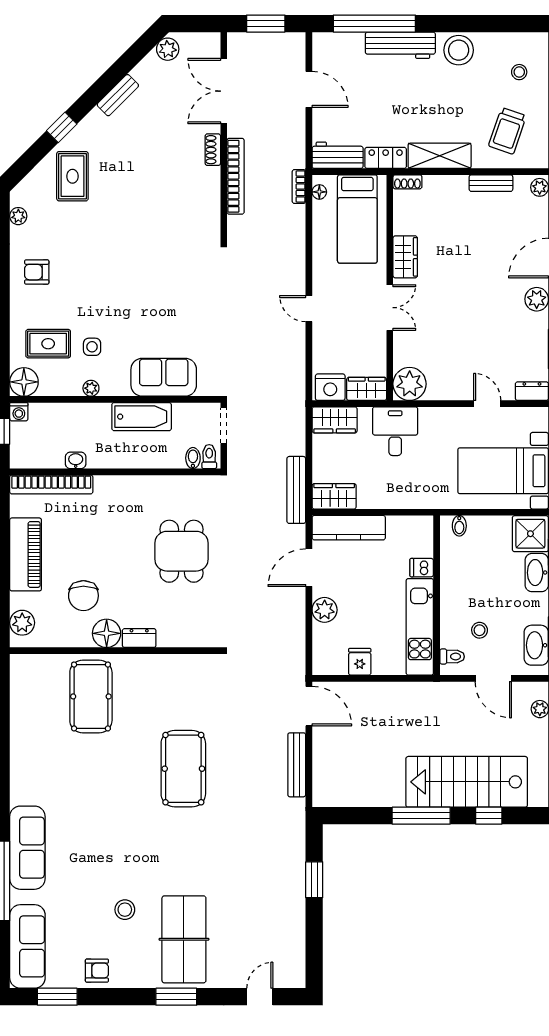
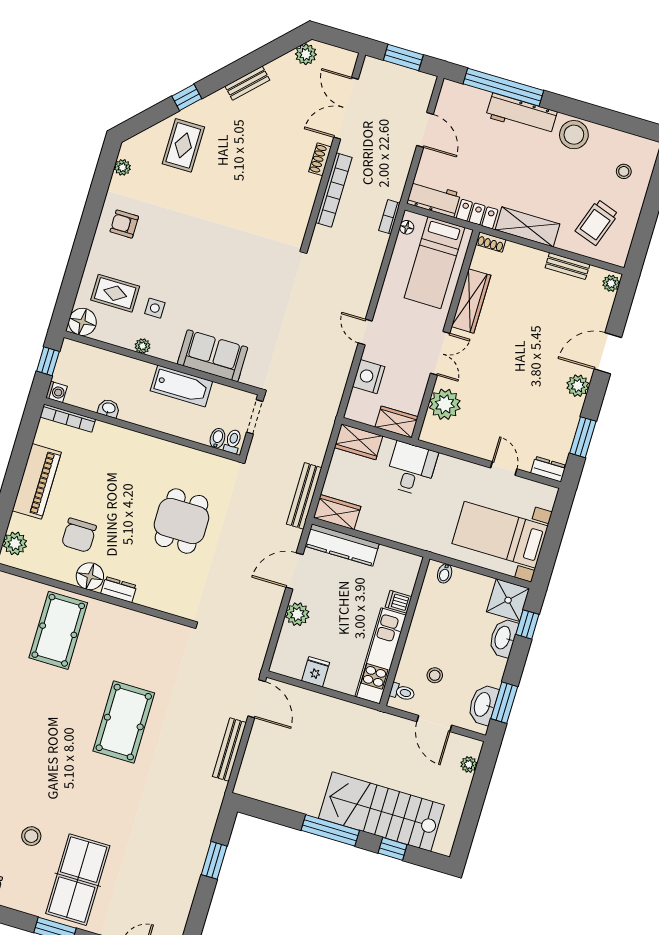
wardrobe: (405, 257) -> (471, 301), width x1.50
plant: (410, 384) -> (445, 404), moved
nightstand: (330, 387) -> (369, 377), moved, turned 90
washing machine: (19, 412) -> (57, 392), moved, turned -90
bookcase: (51, 484) -> (68, 418), width x0.68, depth x0.76

